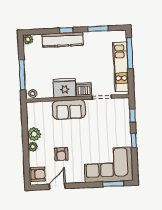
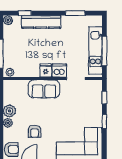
window: (66, 30) -> (25, 13), moved
window: (130, 53) -> (104, 51), moved
fridge: (65, 88) -> (46, 70), width x0.53, depth x0.75

